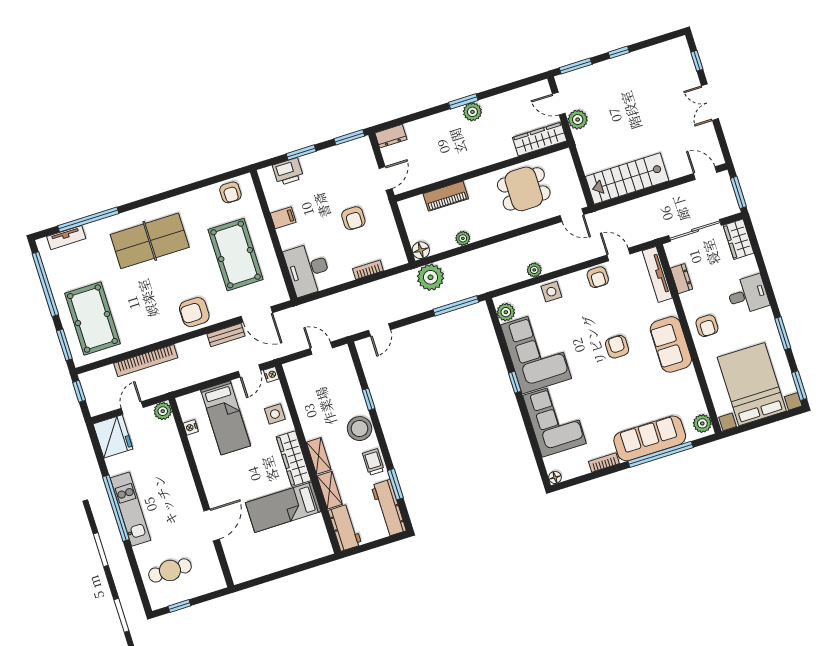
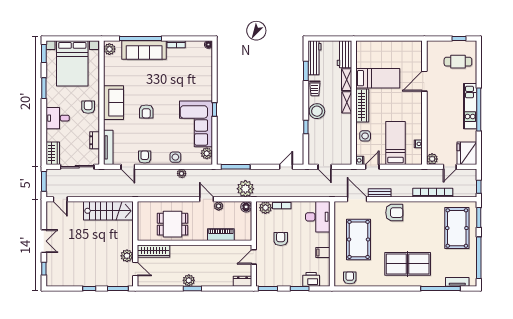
door: (572, 215) -> (206, 199), moved
plant: (391, 258) -> (265, 208), added
corner sofa: (555, 419) -> (198, 80), removed

